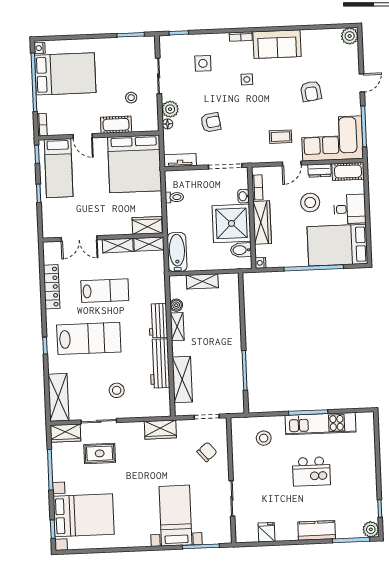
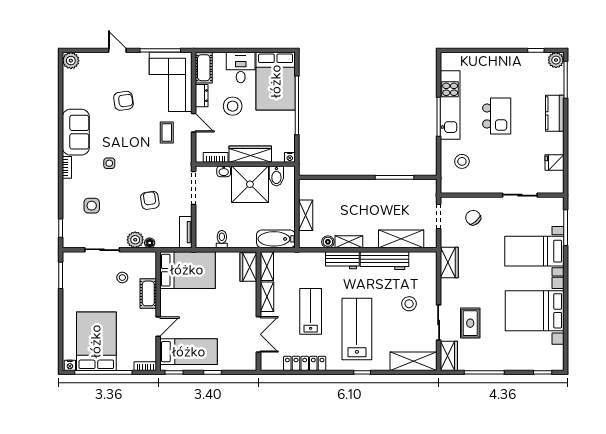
bed: (135, 164) -> (187, 270), width x0.73
bed with nightstands: (84, 515) -> (535, 311), moved, turned -90

